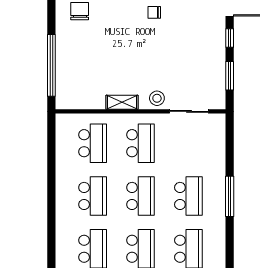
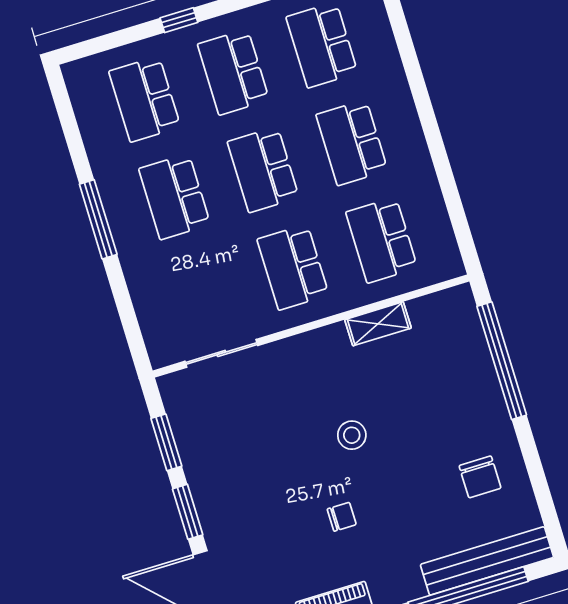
window: (230, 38) -> (188, 512), width x1.50
stool: (157, 98) -> (352, 435), moved
shelving: (122, 102) -> (378, 324), moved

